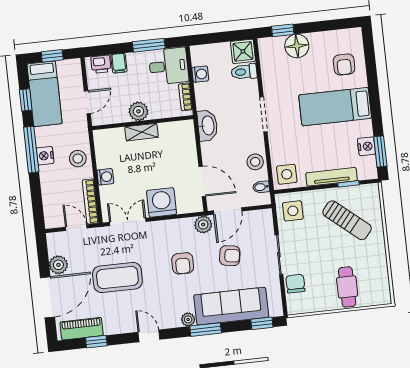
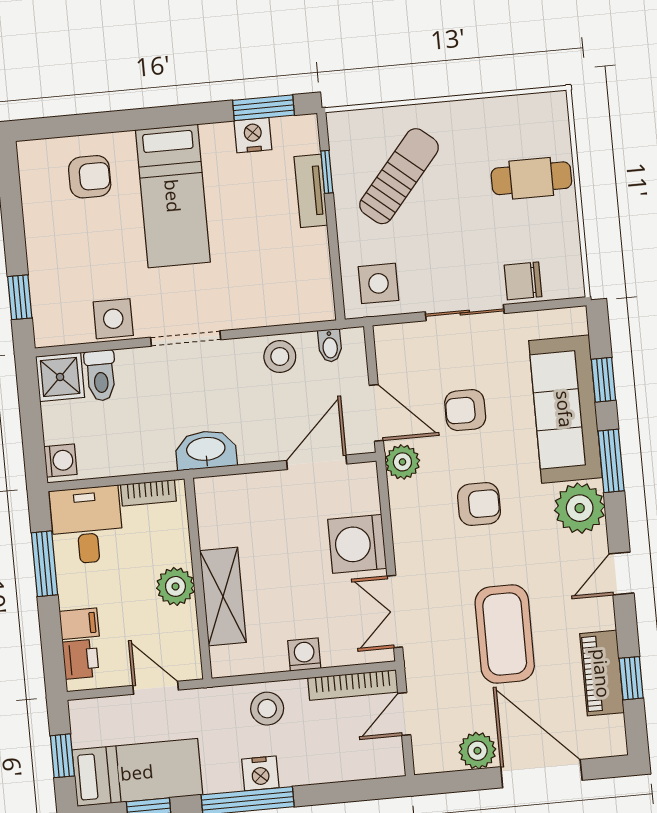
floor lamp: (297, 46) -> (51, 270), removed
washing machine: (200, 74) -> (61, 460), moved, turned 90
shelving: (142, 132) -> (223, 597), width x1.50, depth x1.33
side table: (287, 174) -> (113, 319), moved
tv unit: (332, 177) -> (311, 191), width x0.71
armchair: (230, 256) -> (465, 410), turned -99
plant: (188, 319) -> (580, 508), width x1.87, depth x1.87
window: (262, 323) -> (604, 380), moved
piano: (82, 329) -> (602, 673), moved

